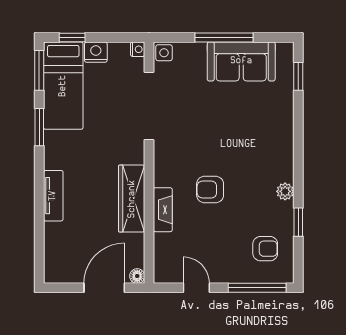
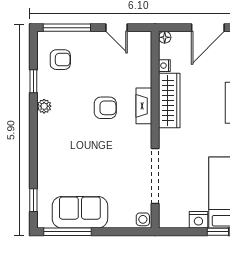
window: (224, 38) -> (67, 232), moved
nightstand: (138, 49) -> (164, 66), moved
fireplace: (163, 210) -> (144, 106), moved
armchair: (265, 249) -> (60, 60), turned 180
door: (104, 288) -> (208, 28), moved

